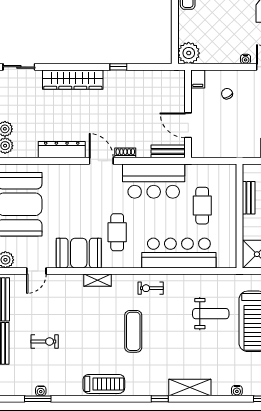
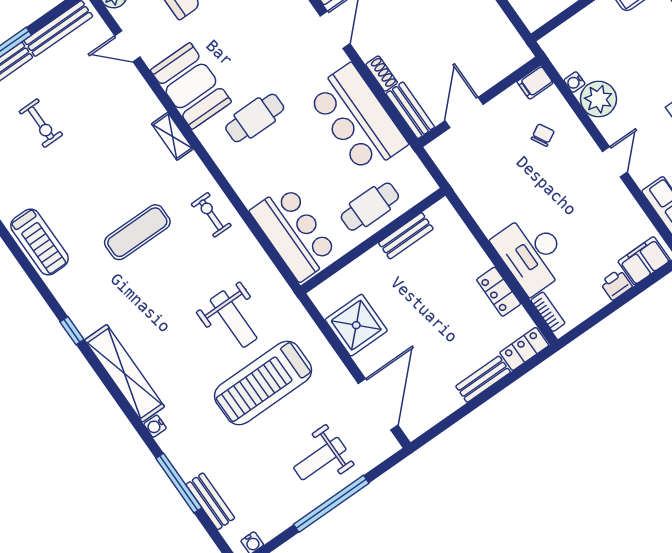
plant: (189, 53) -> (598, 99), moved
water cooler: (246, 59) -> (574, 82), moved
shoe rack: (125, 153) -> (382, 74), moved
bench: (249, 198) -> (406, 236), moved
wall: (239, 216) -> (373, 241), moved
bar counter: (179, 253) -> (294, 233), width x0.73
shelving: (190, 387) -> (125, 373), width x1.47

